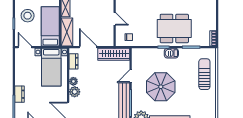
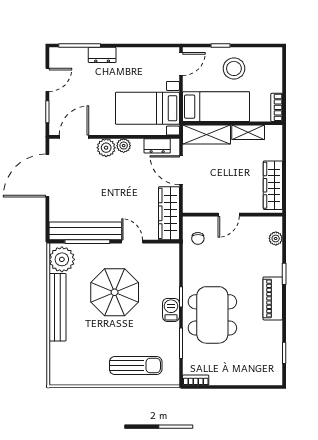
door: (88, 47) -> (181, 170), swing flipped

